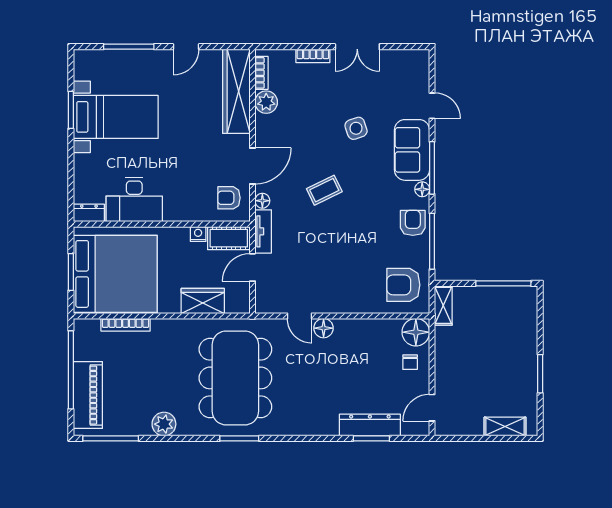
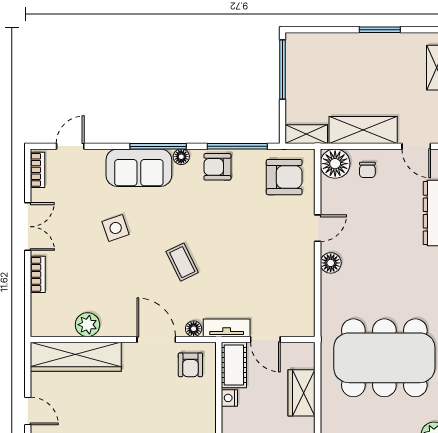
bookcase: (262, 73) -> (37, 170), moved, turned 90
door: (432, 106) -> (70, 146), moved
armchair: (403, 285) -> (284, 177), turned -90
door: (299, 316) -> (318, 228), moved
shelving: (447, 358) -> (363, 130), added
chair: (410, 362) -> (367, 170), turned 90

